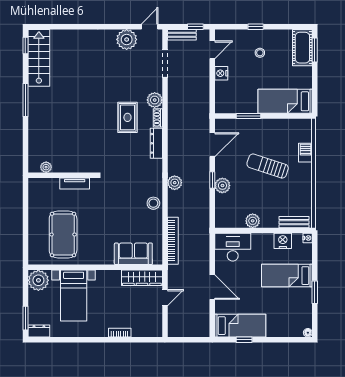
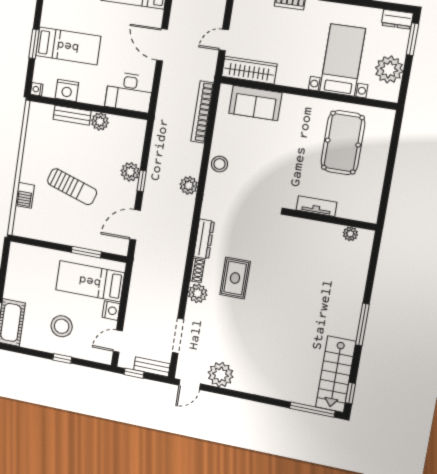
window: (52, 27) -> (312, 410), added
stool: (260, 53) -> (62, 326), width x1.89, depth x1.89
bed: (285, 101) -> (90, 281), moved, turned 180
bench: (294, 222) -> (72, 115), moved
plant: (38, 280) -> (389, 69), moved
window: (315, 292) -> (34, 44), moved

